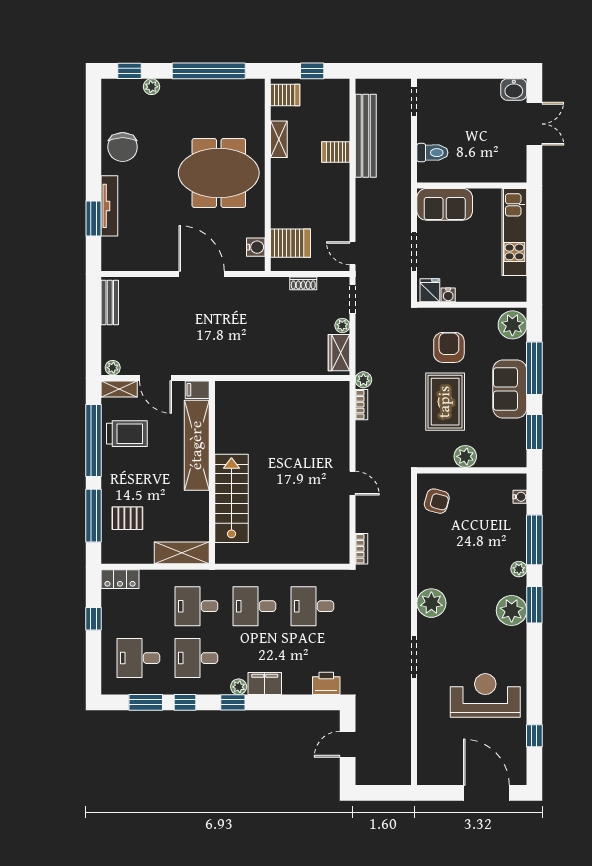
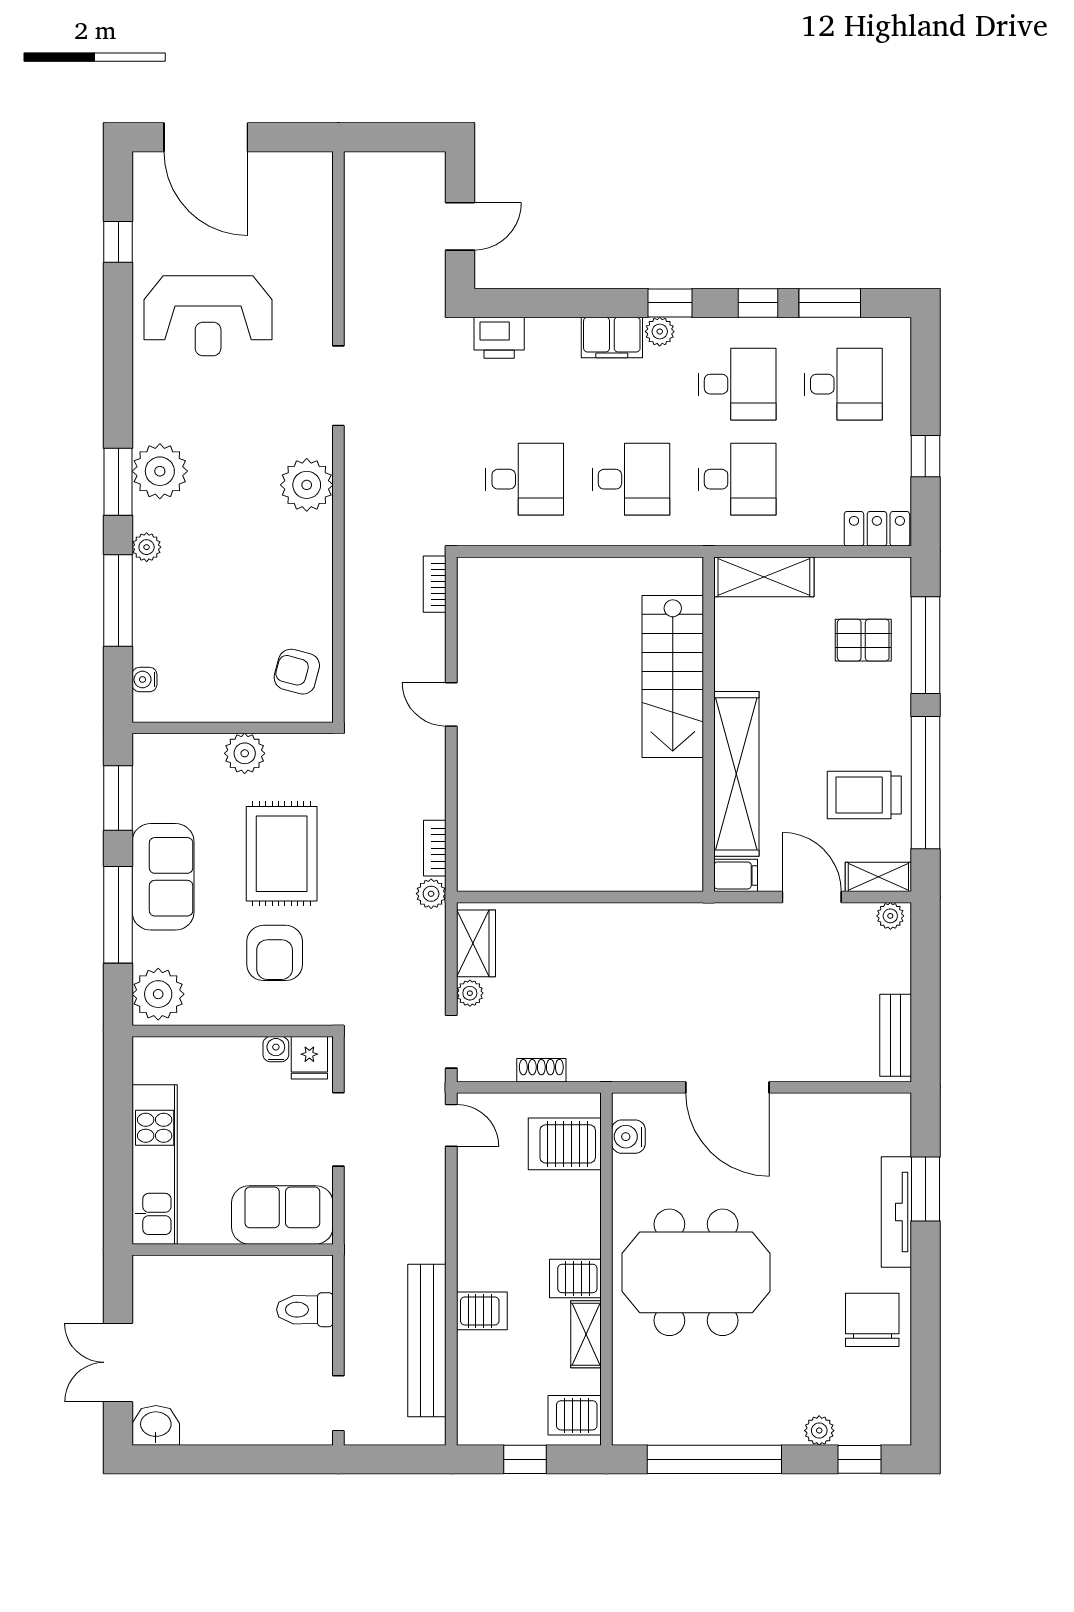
server rack: (285, 170) -> (575, 1278), added

